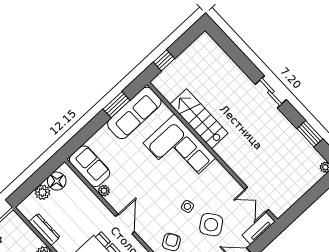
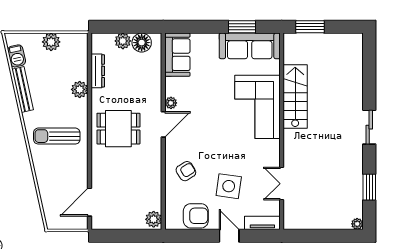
window: (164, 60) -> (310, 27), width x1.50
plant: (104, 191) -> (171, 103), moved
double door: (257, 199) -> (282, 184), moved
side table: (187, 206) -> (224, 155), removed
side table: (211, 225) -> (229, 186), turned 45

